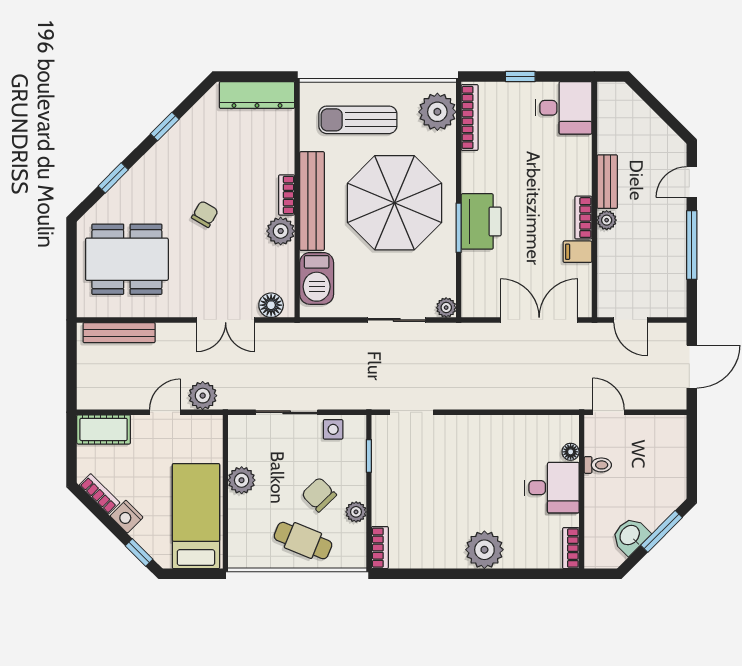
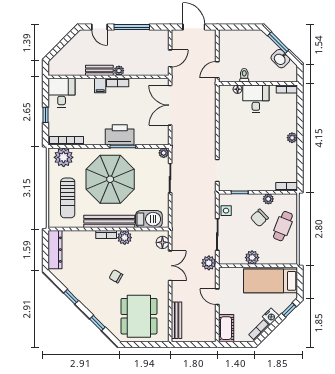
filing cabinet: (578, 252) -> (100, 86), moved
plant: (203, 396) -> (209, 263), moved
plant: (484, 550) -> (292, 138), width x0.53, depth x0.53

